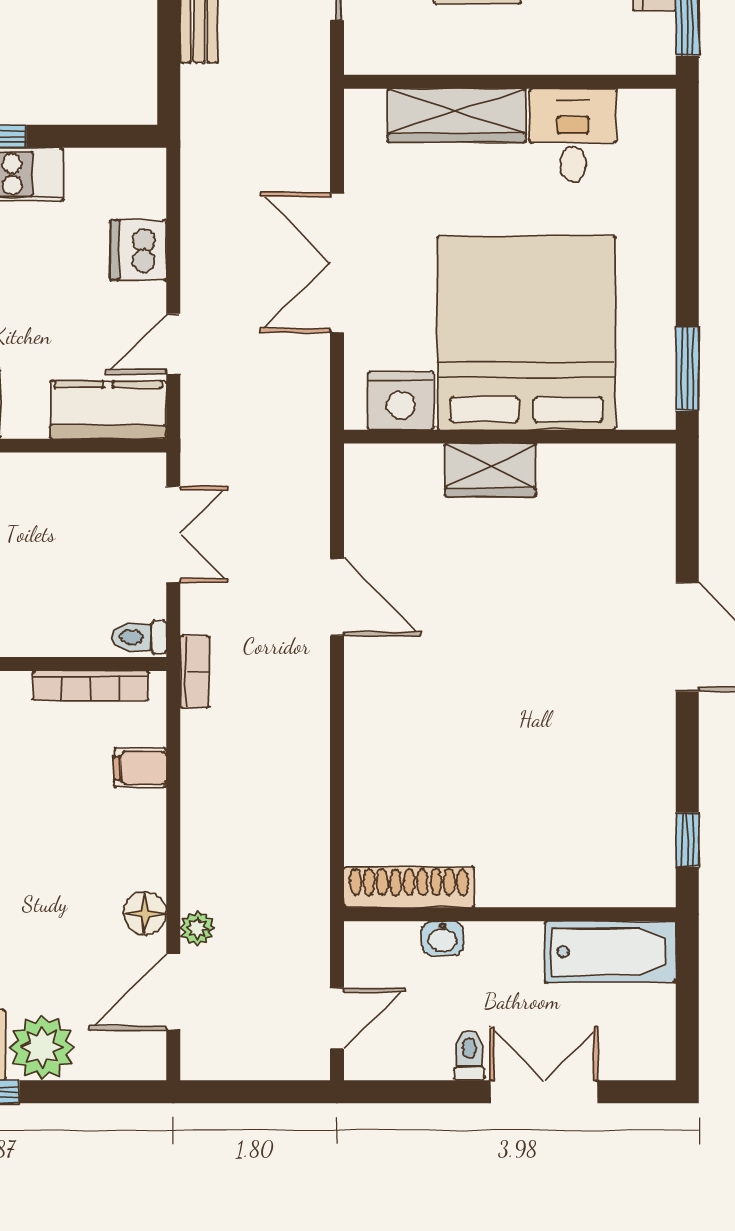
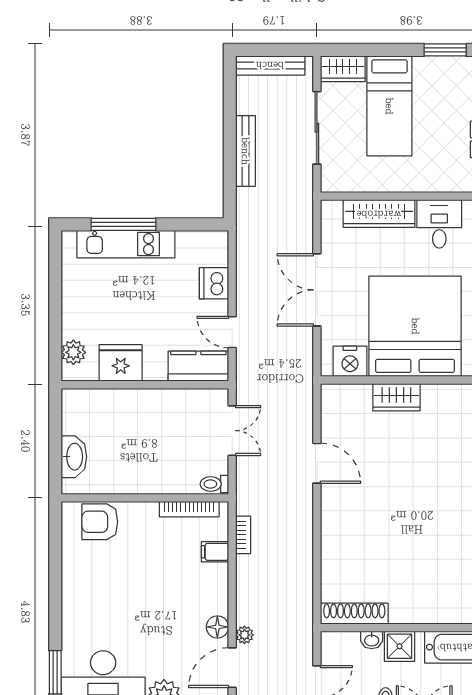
door: (173, 344) -> (232, 332), hinge flipped
bookcase: (195, 672) -> (243, 535), moved
shower: (496, 950) -> (400, 646), added

